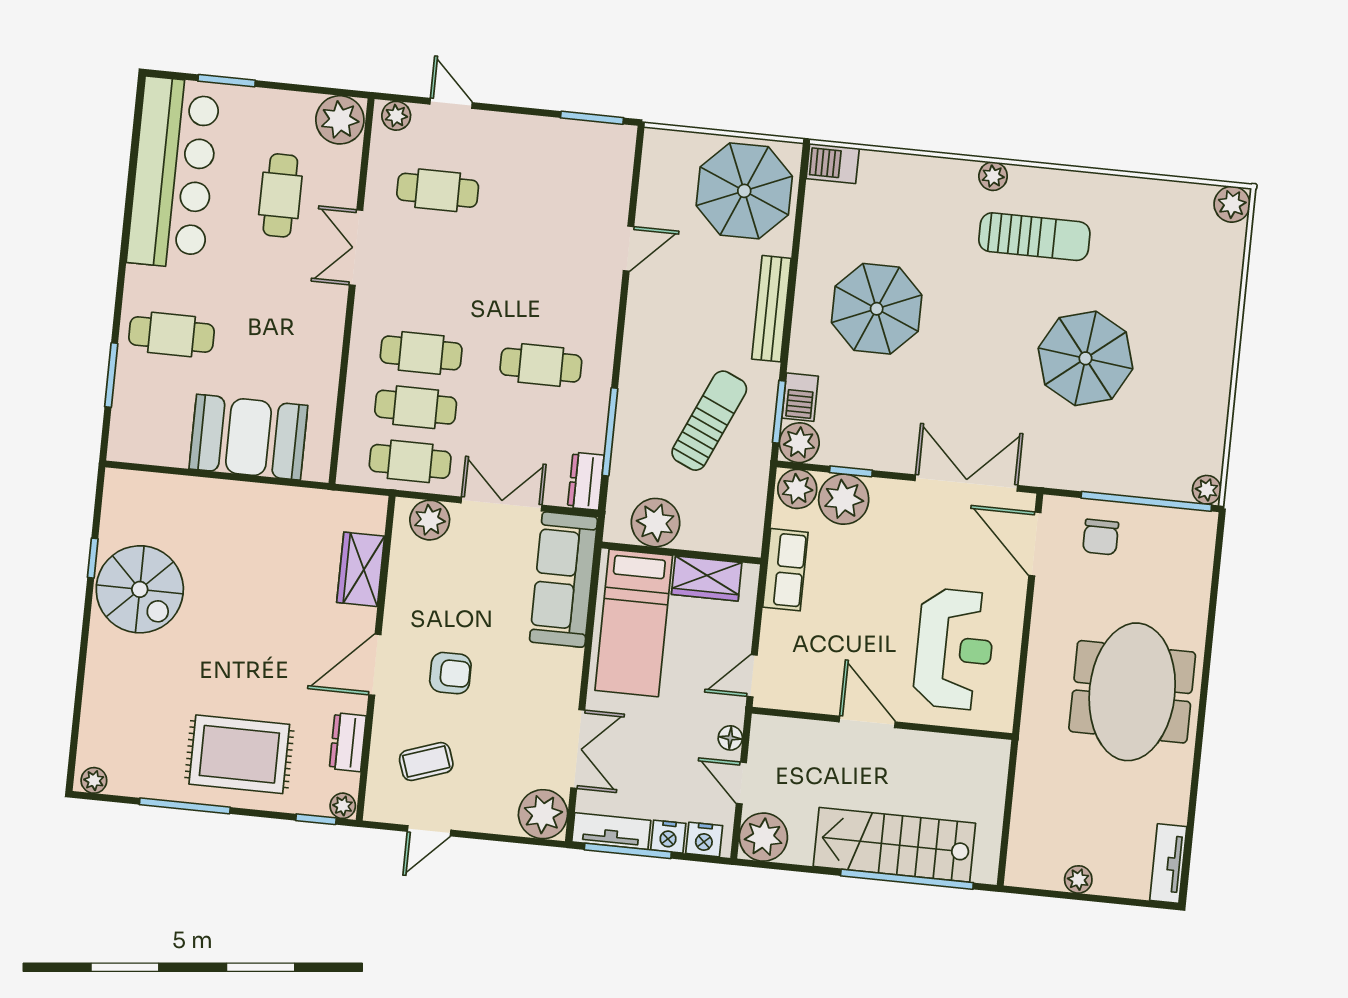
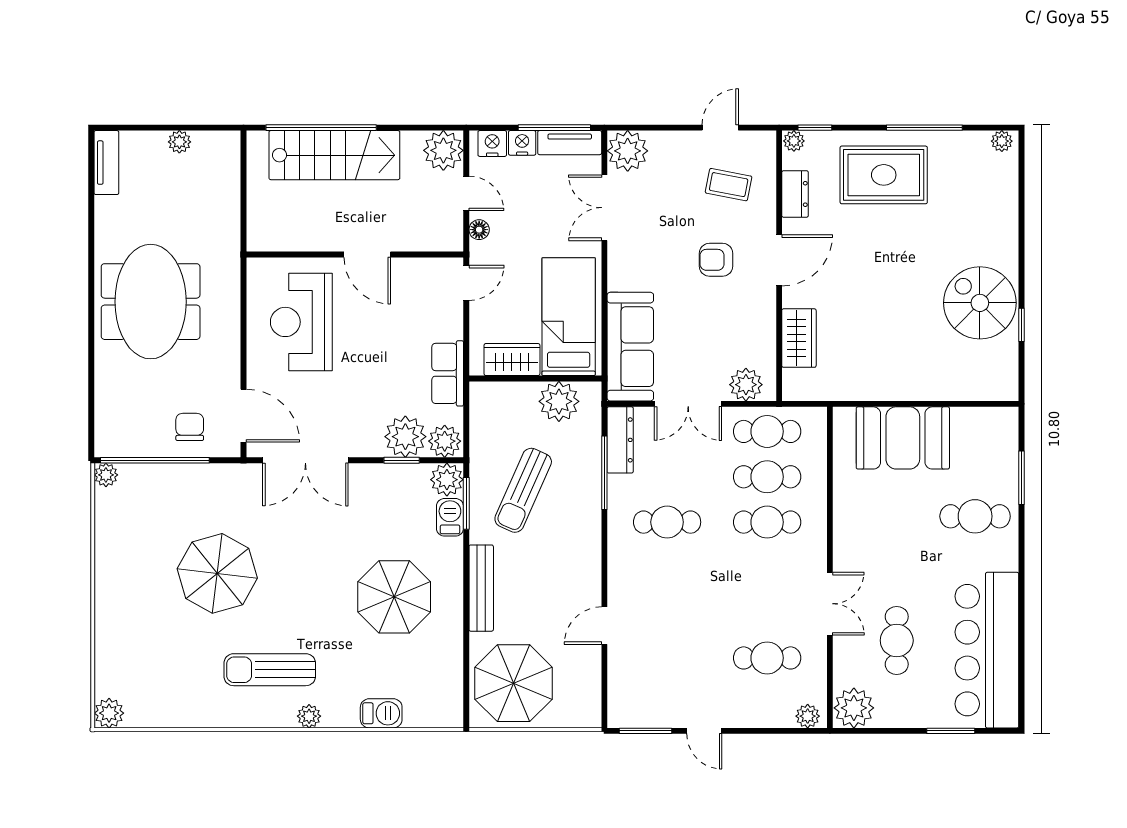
door: (451, 103) -> (704, 731), moved
barbecue: (833, 163) -> (381, 713), moved
dresser: (586, 481) -> (620, 440), width x1.44
coffee table: (426, 762) -> (729, 185), turned 30

